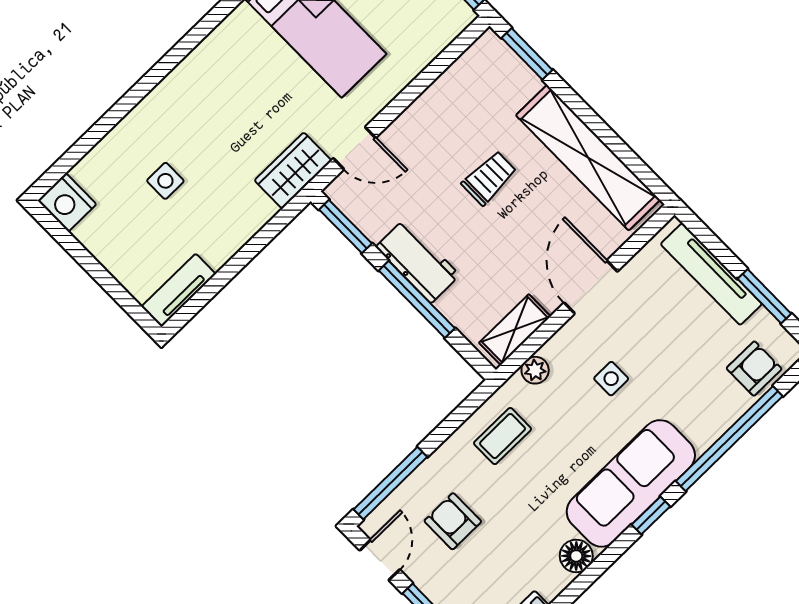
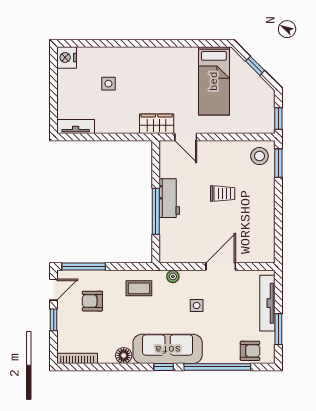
stool: (489, 71) -> (259, 156), added
shelving: (588, 158) -> (264, 220), removed
window: (345, 227) -> (156, 161), removed
shelving: (515, 330) -> (180, 255), removed
armchair: (453, 521) -> (92, 301), turned -90

